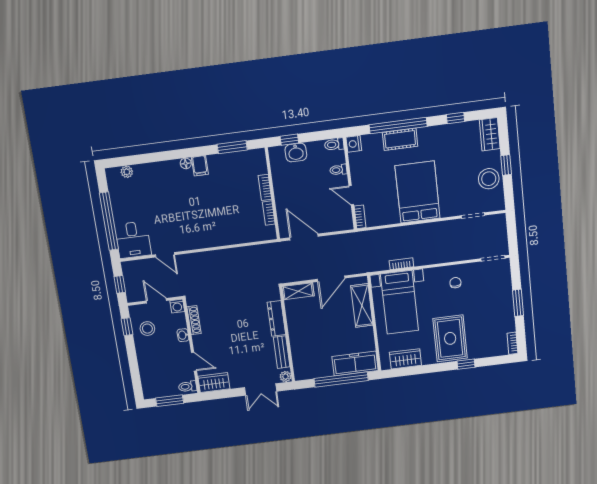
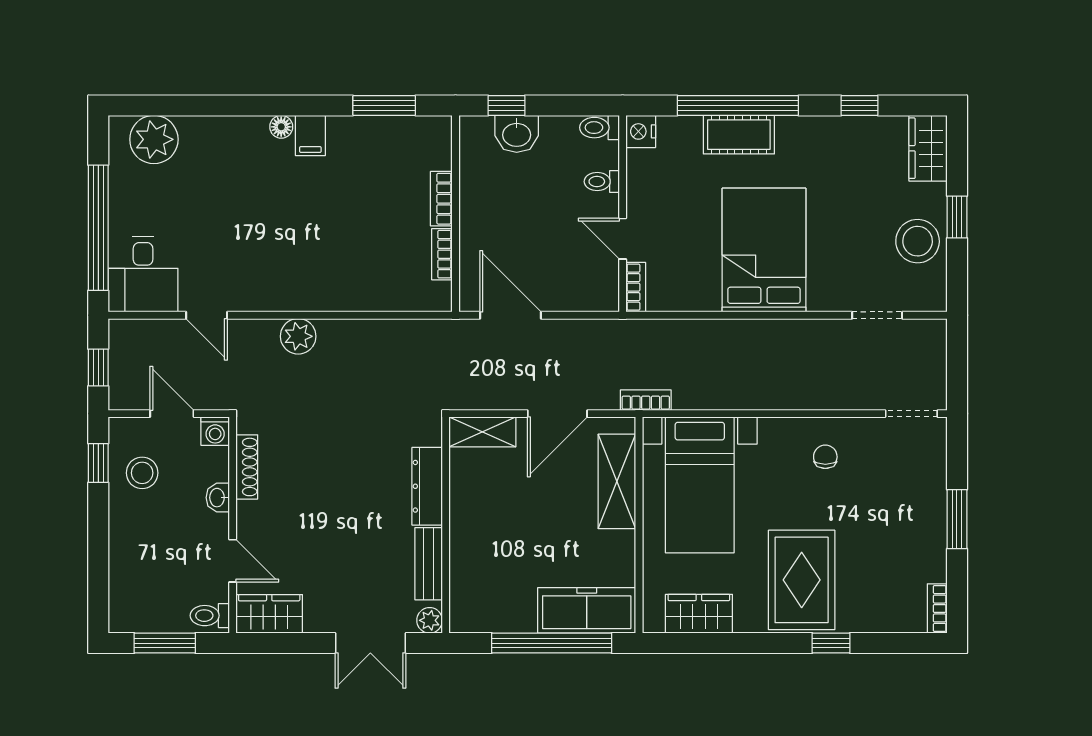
plant: (127, 172) -> (154, 139), width x1.87, depth x1.87
plant: (208, 259) -> (298, 336), added
bookcase: (401, 264) -> (646, 400), moved

